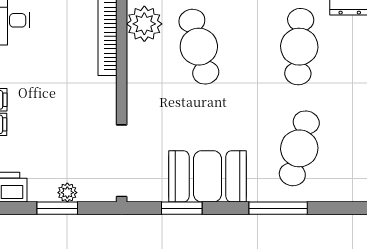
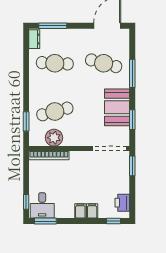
plant: (144, 24) -> (54, 138), moved
plant: (67, 193) -> (125, 175), removed
window: (57, 208) -> (132, 166), moved

